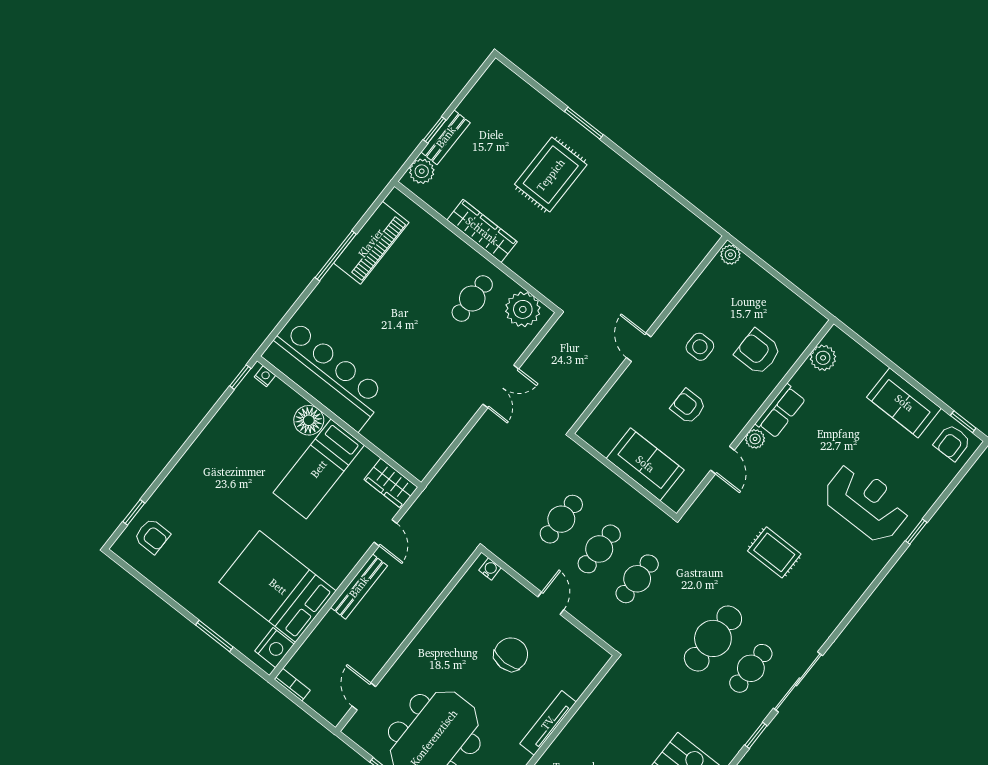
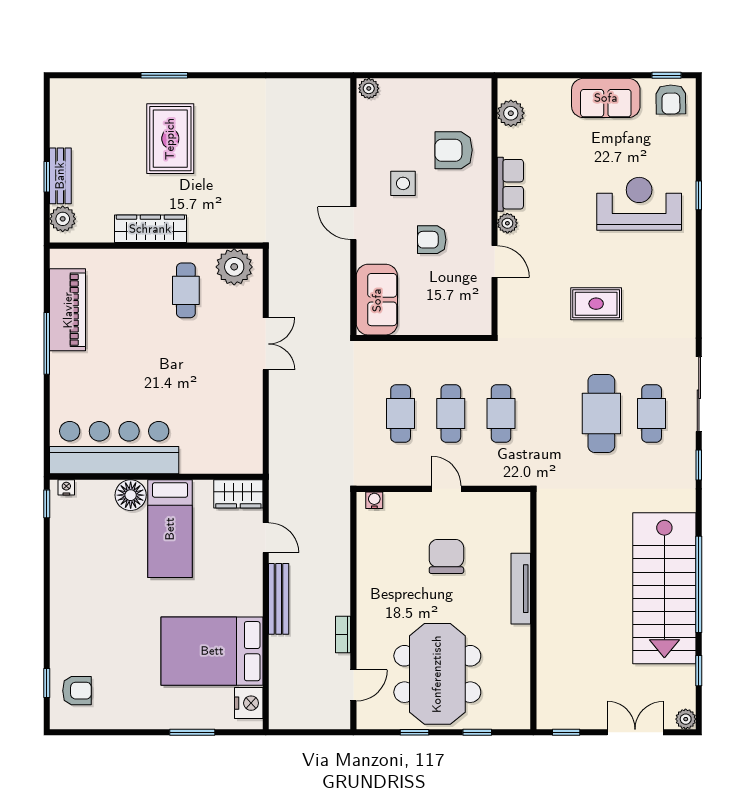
sofa: (645, 464) -> (377, 300), moved, turned 90
bookcase: (292, 685) -> (343, 635), moved, turned -90
door: (364, 696) -> (353, 685), swing flipped

